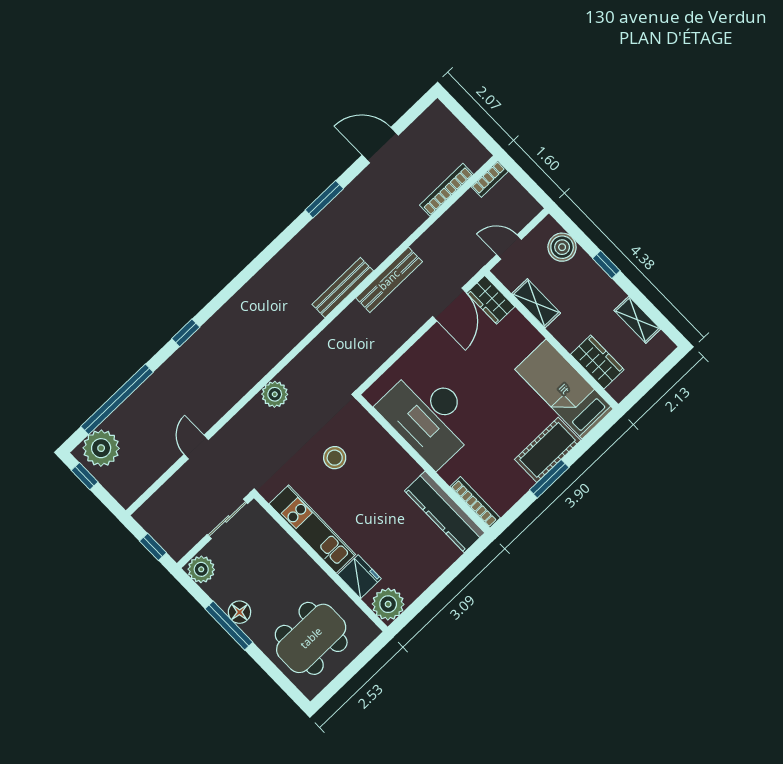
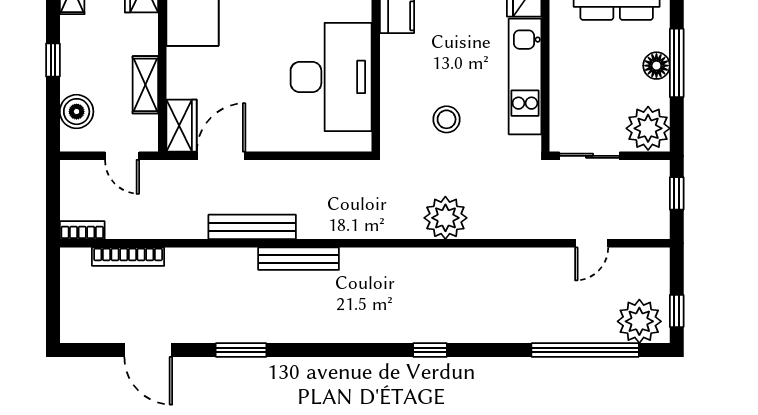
window: (186, 333) -> (430, 350), moved
plant: (275, 394) -> (445, 218), width x1.36, depth x1.36
door: (196, 447) -> (592, 243), moved
plant: (201, 569) -> (648, 128), width x1.36, depth x1.36

